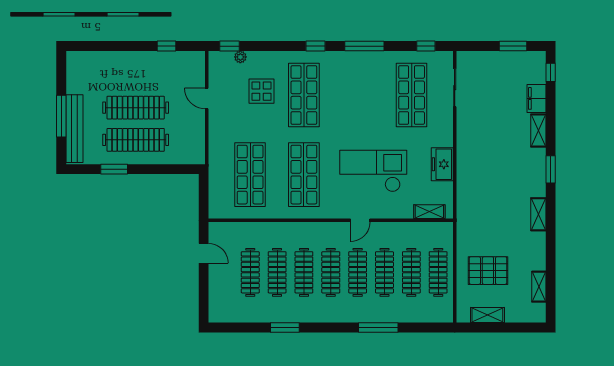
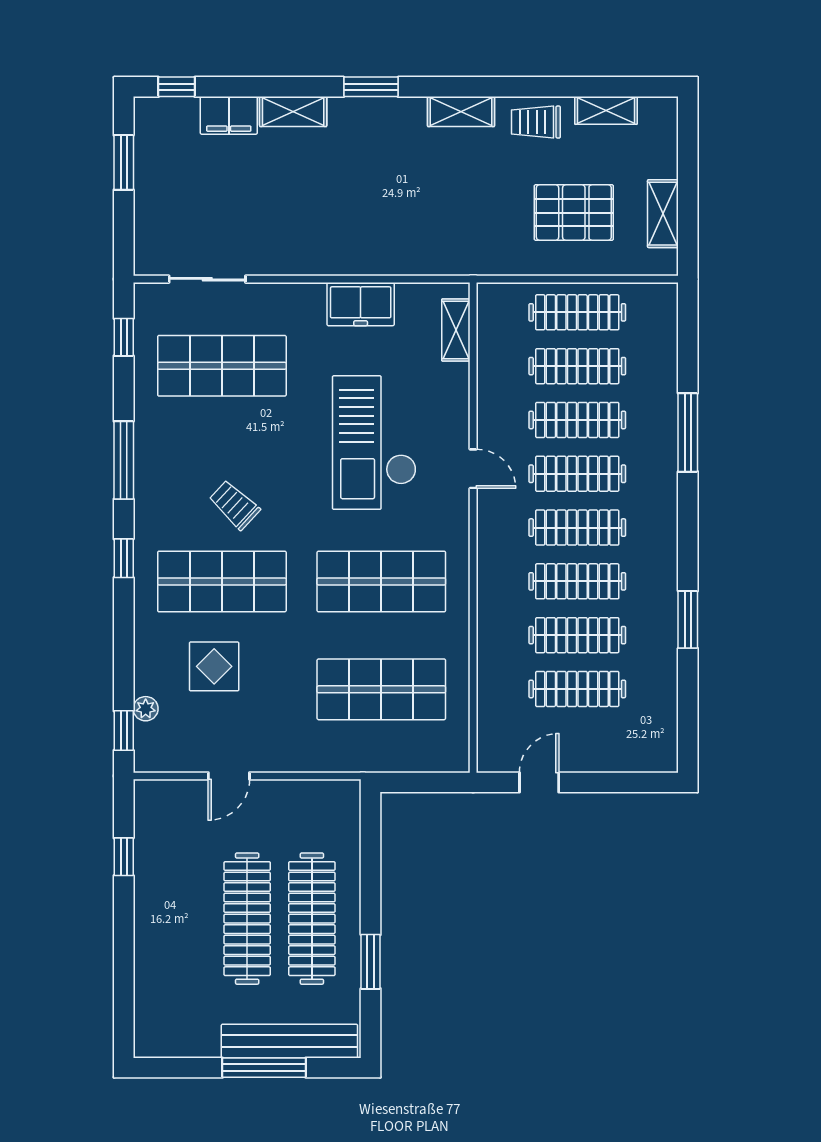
trolley: (342, 101) -> (234, 505), added
trolley: (533, 252) -> (536, 122), added
pallet: (488, 271) -> (574, 213), turned 90

